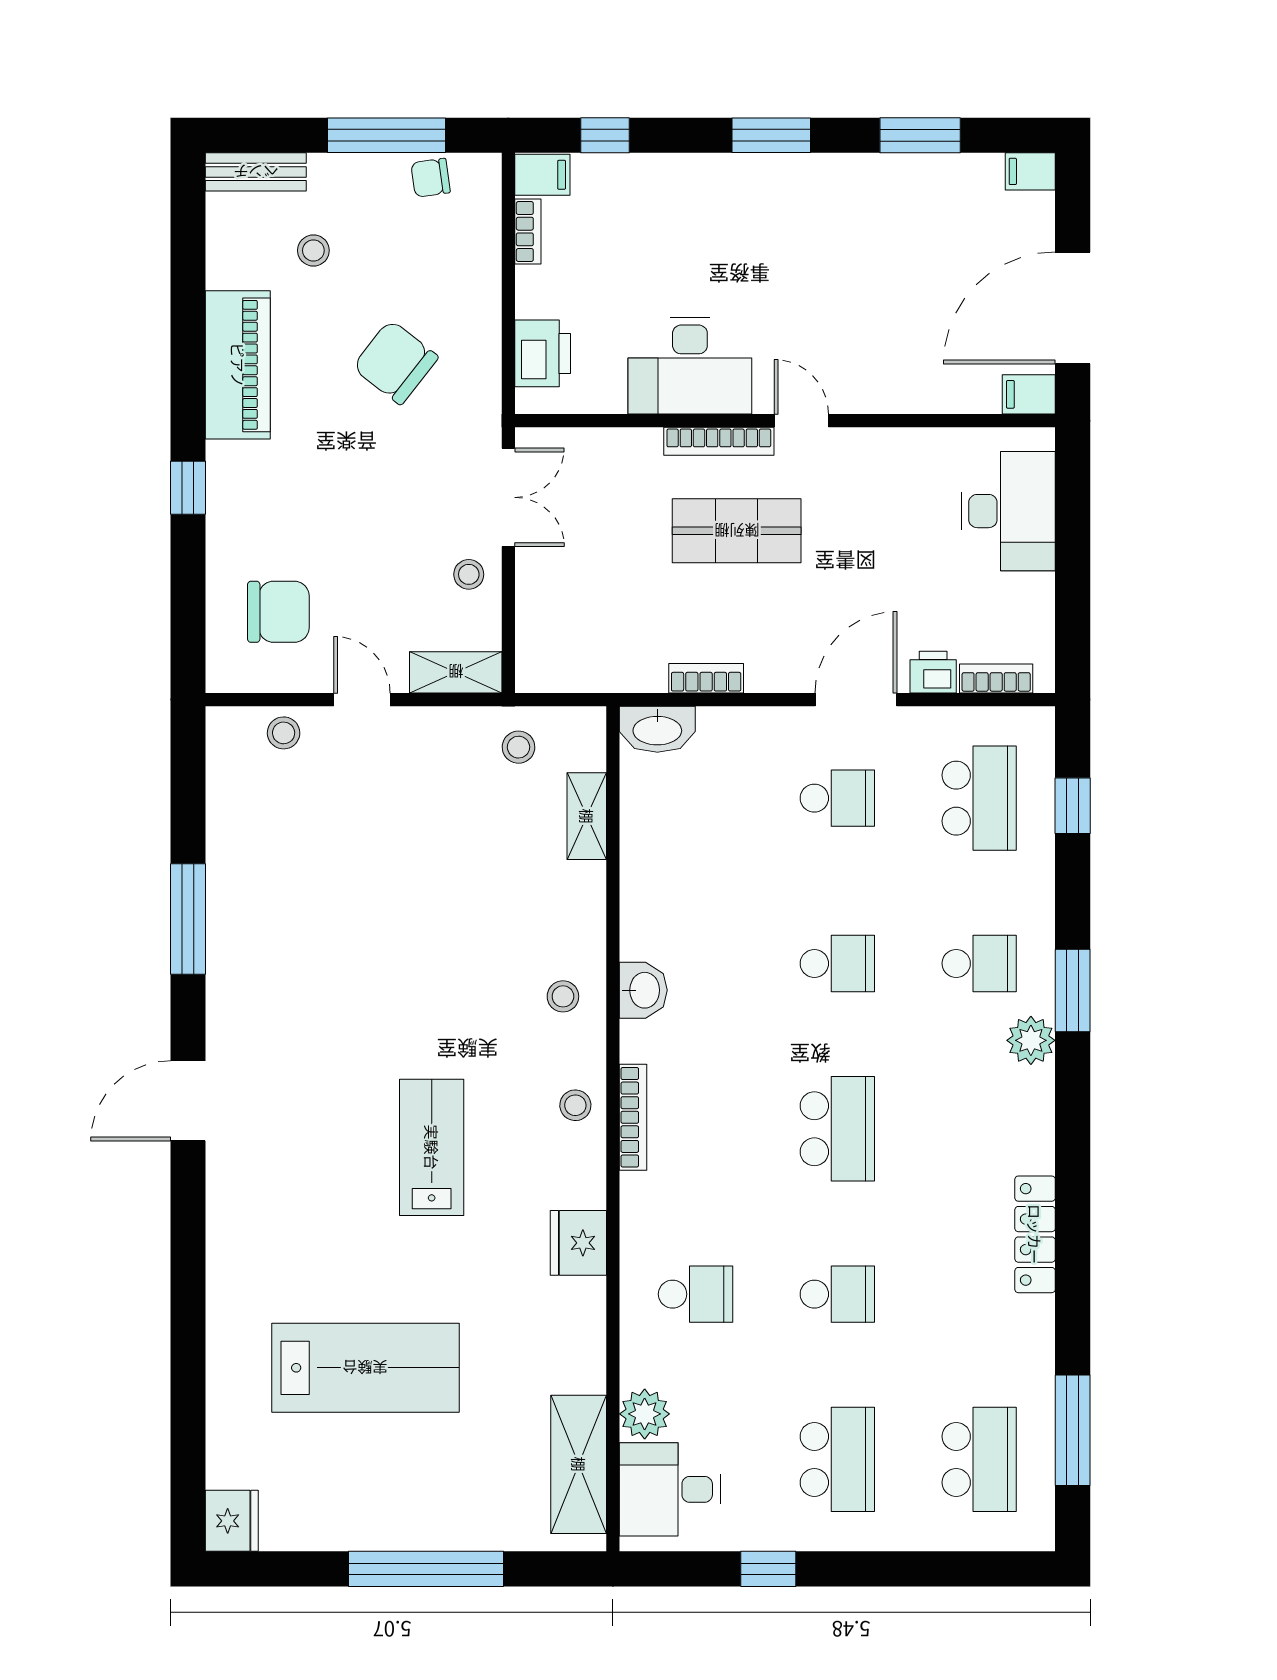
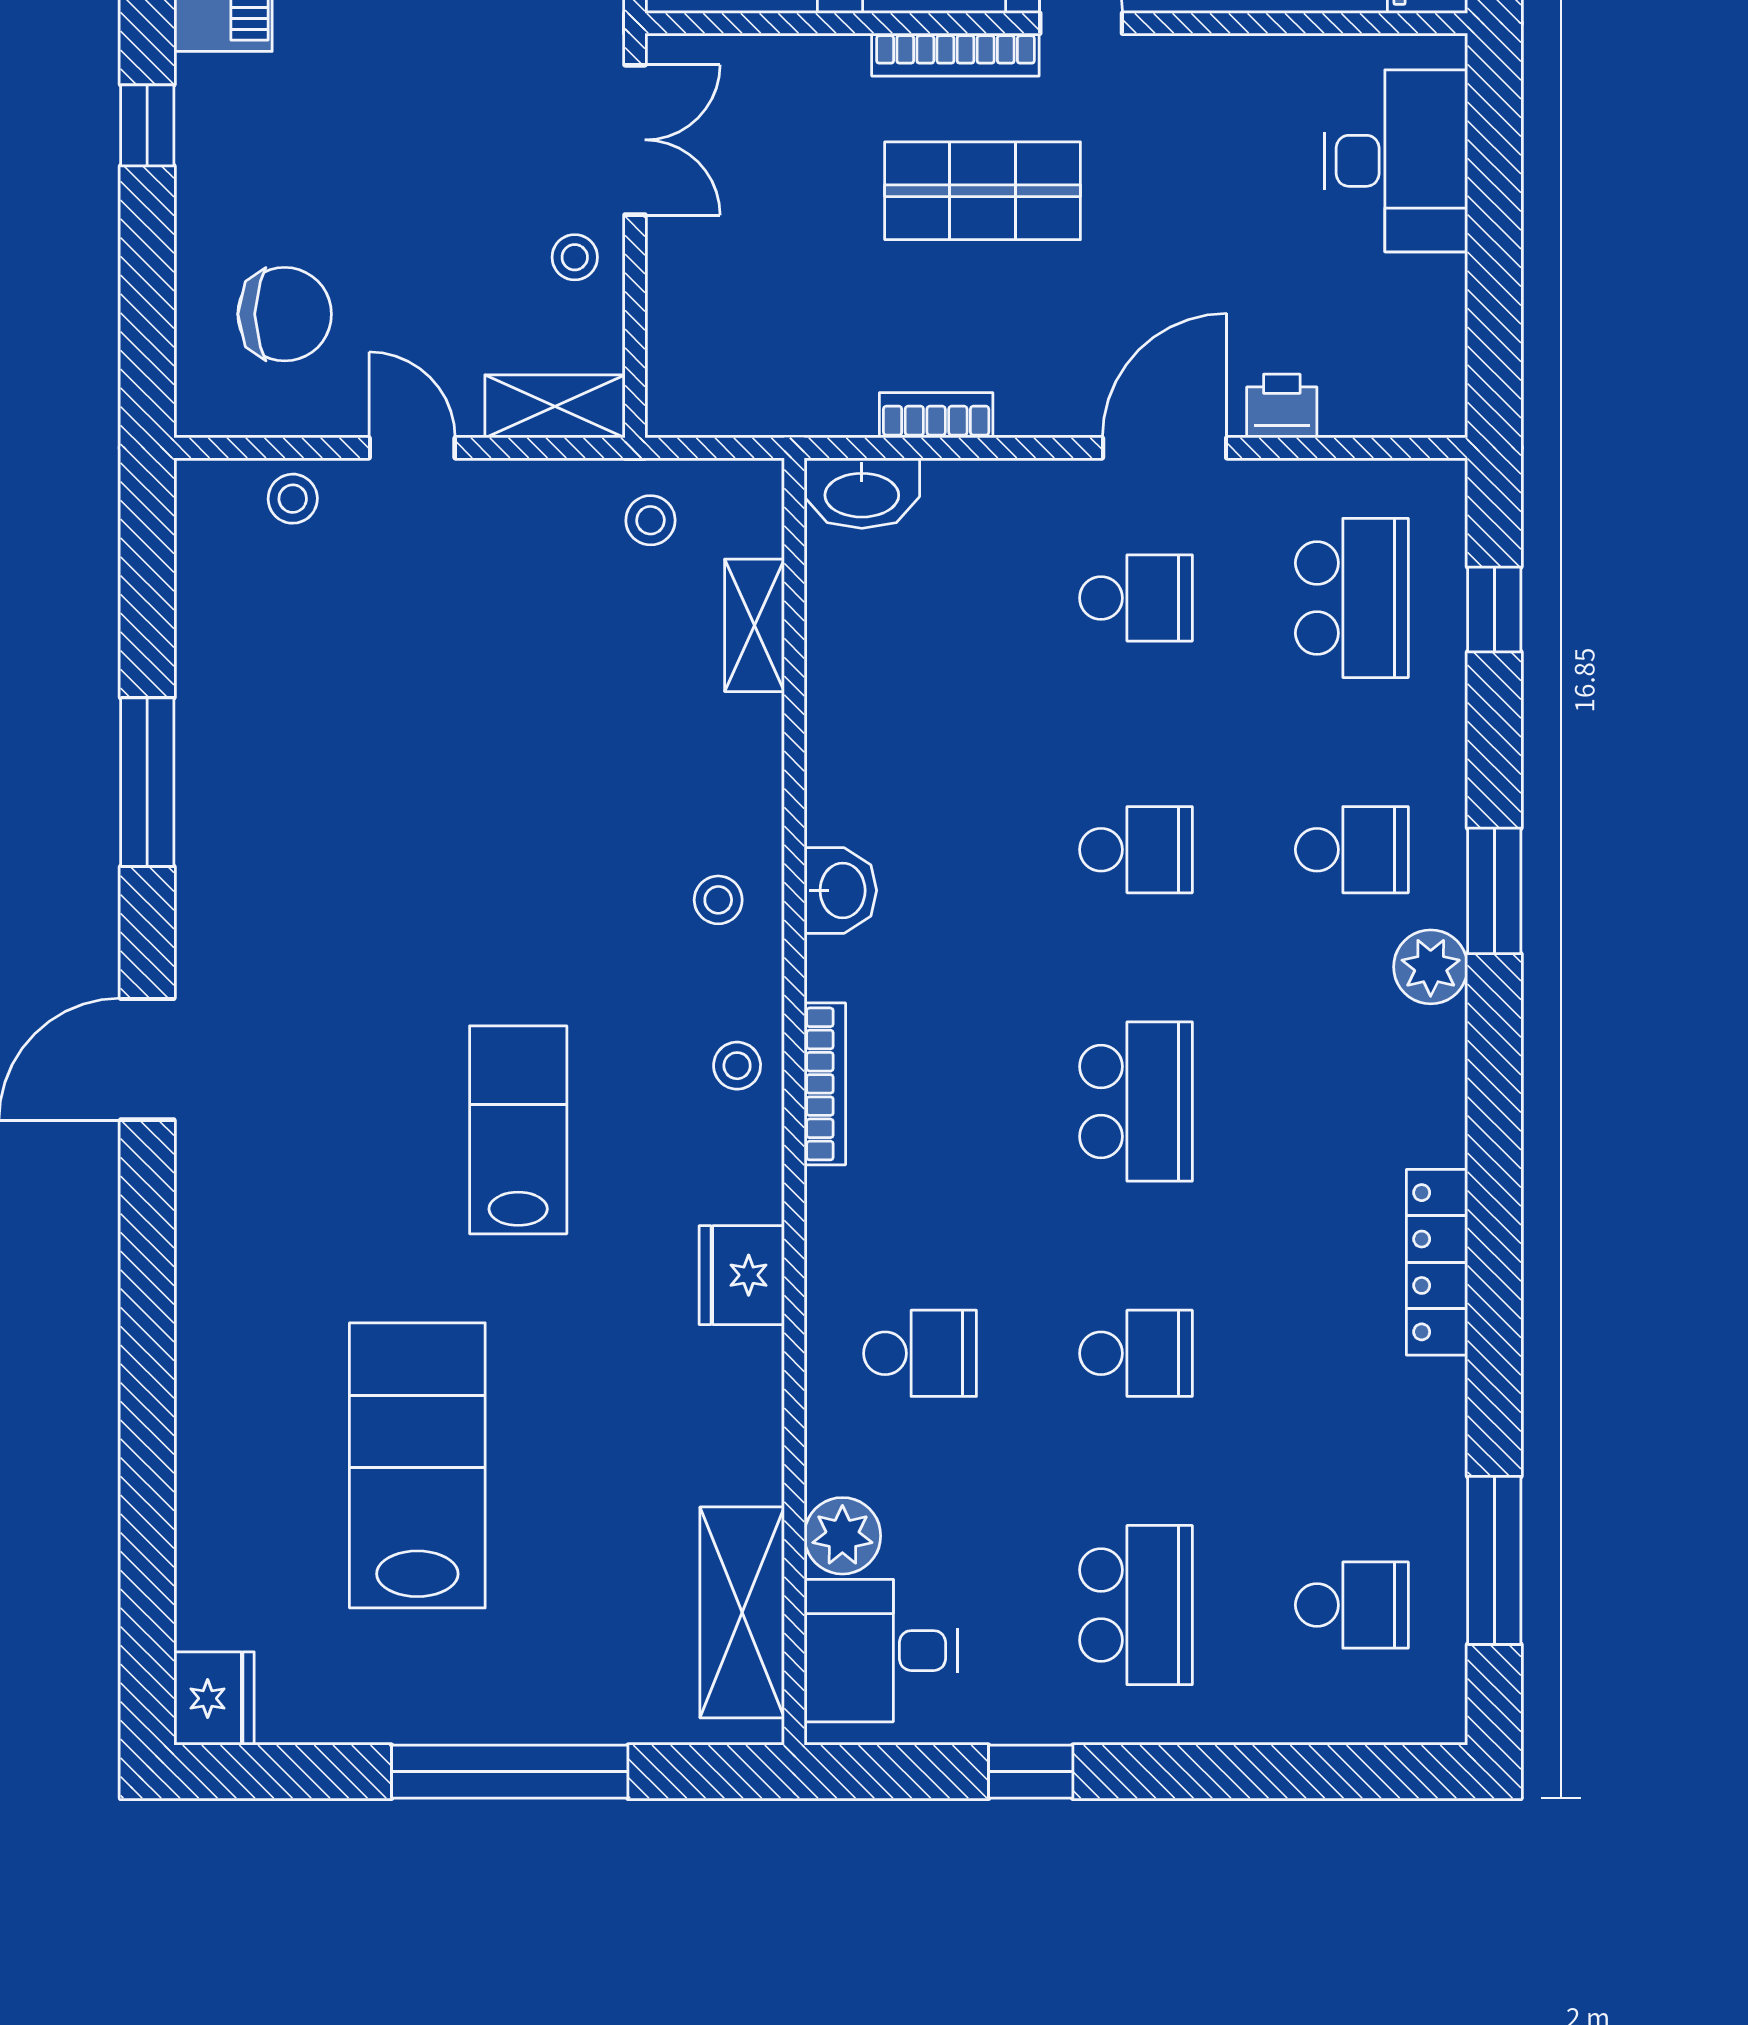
bookcase: (996, 678) -> (1378, 416), removed
lab bench: (365, 1368) -> (417, 1465), turned -90
school desk: (979, 1459) -> (1352, 1605), width x0.54

